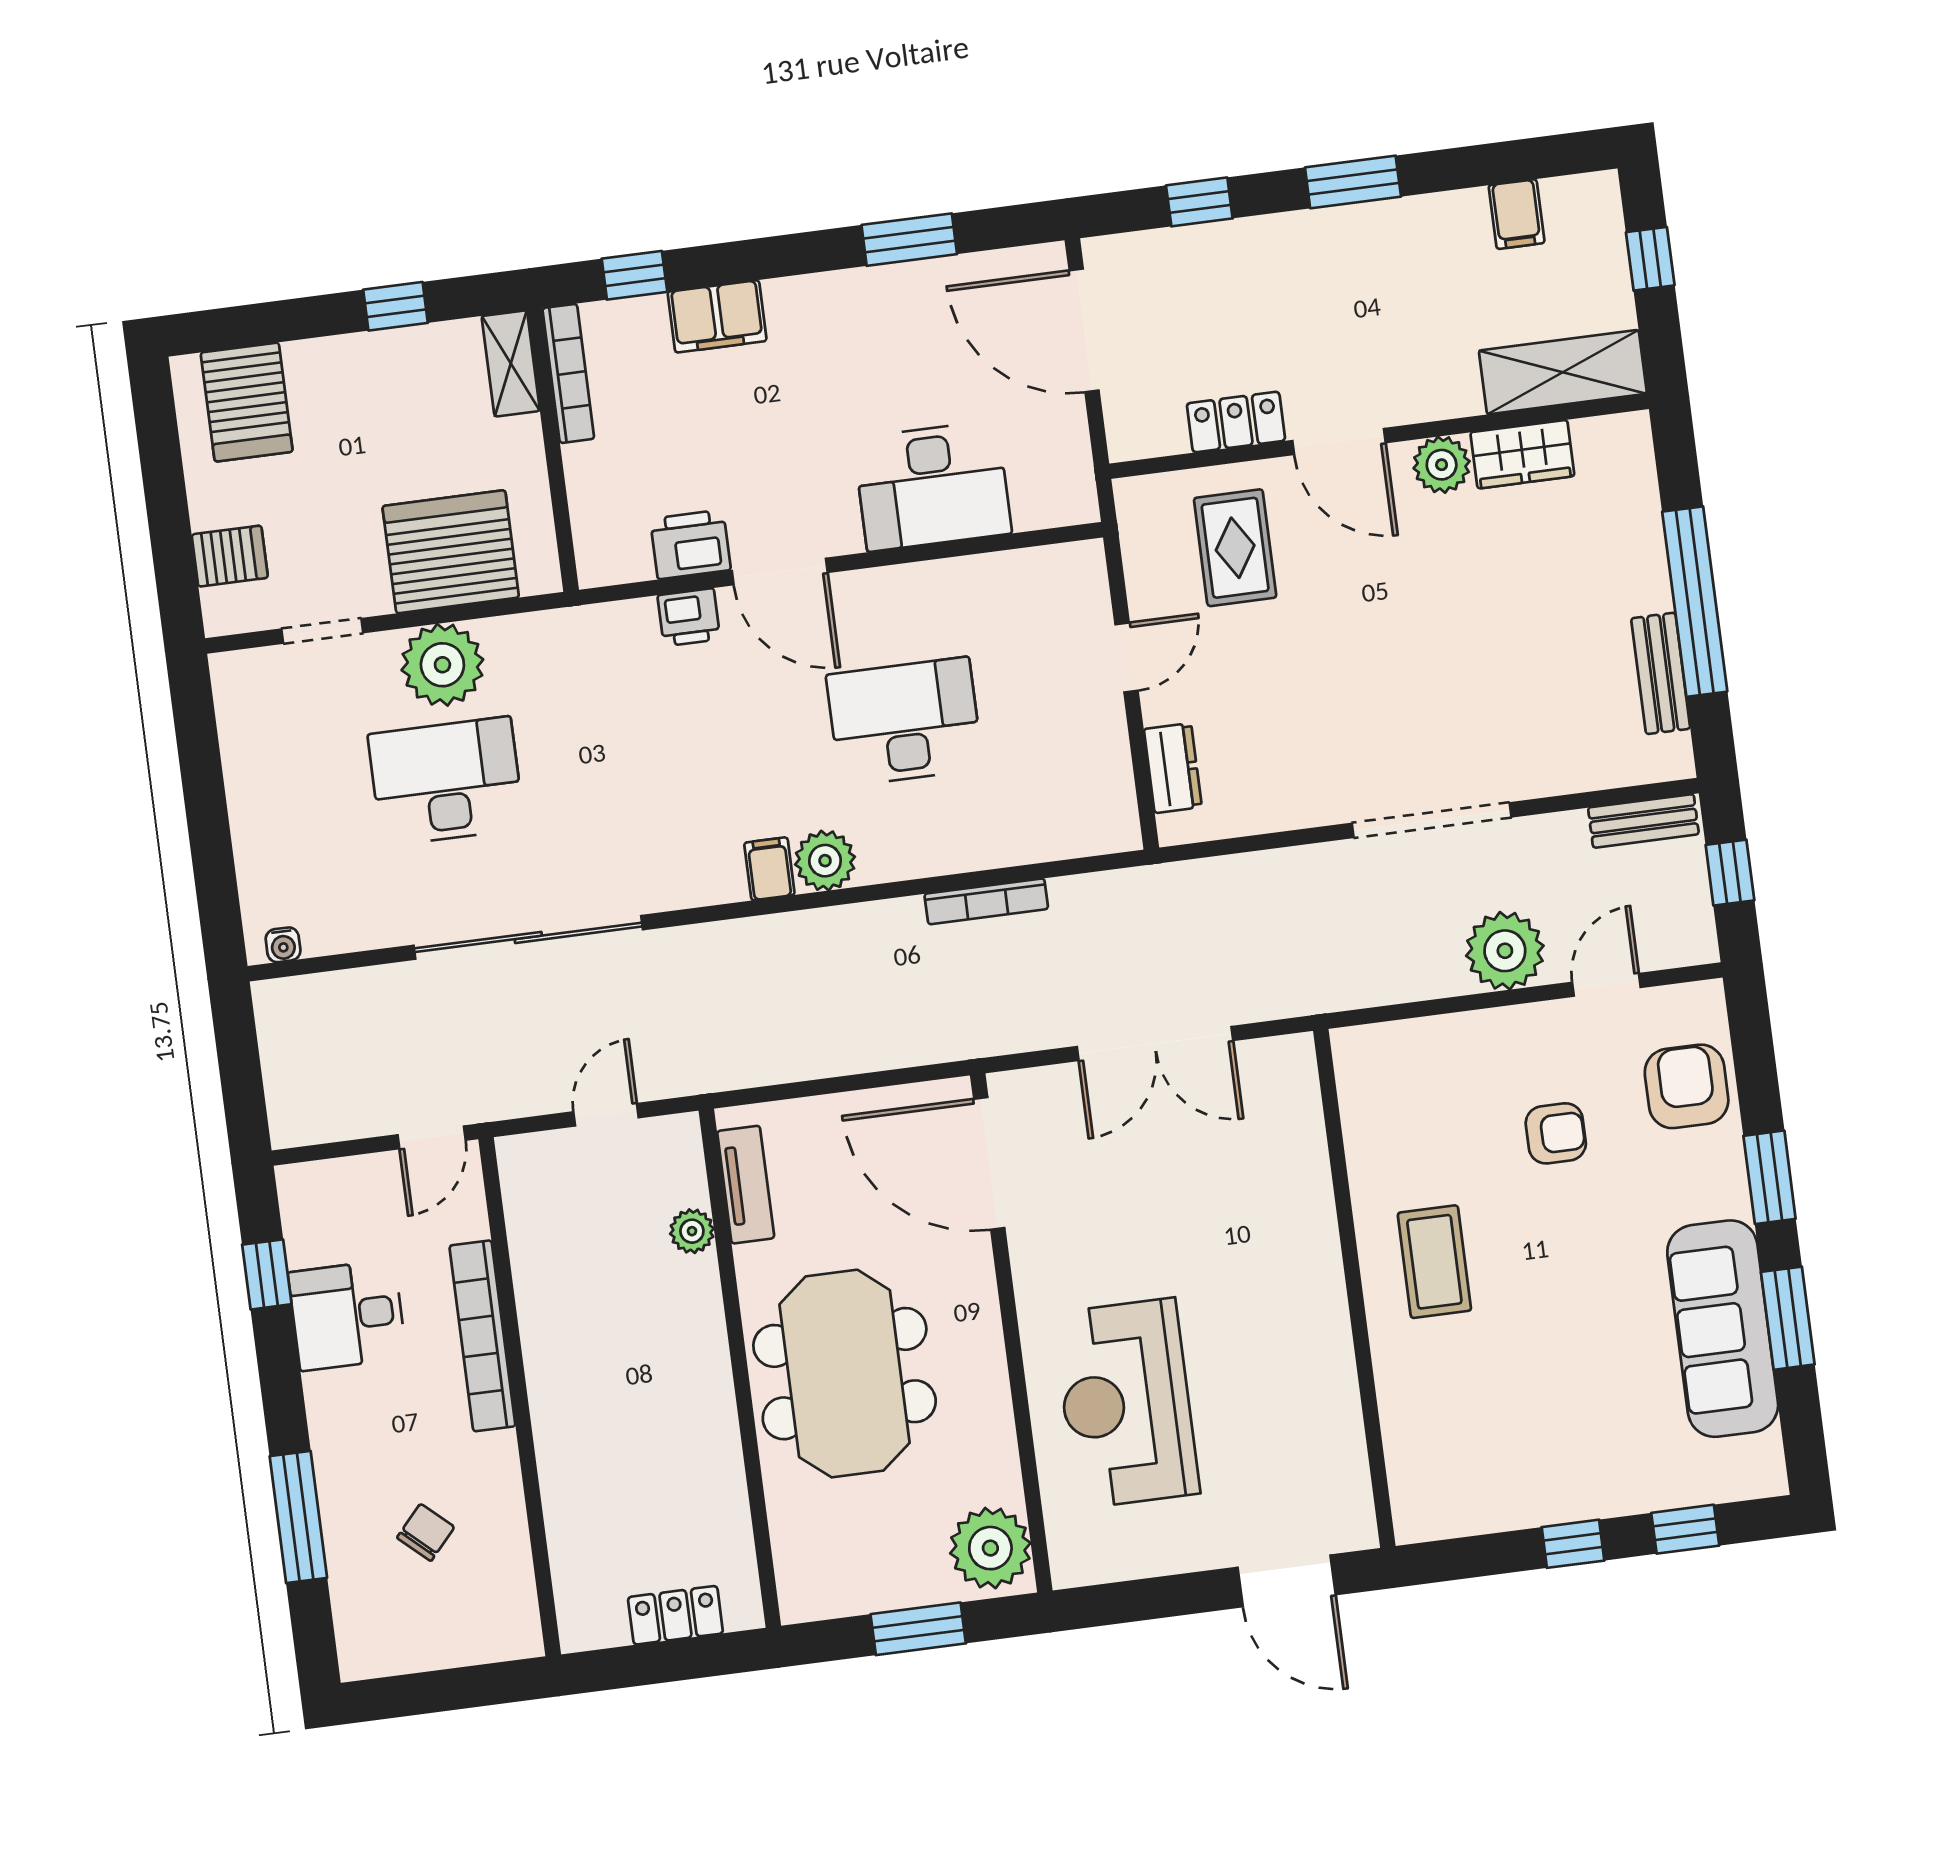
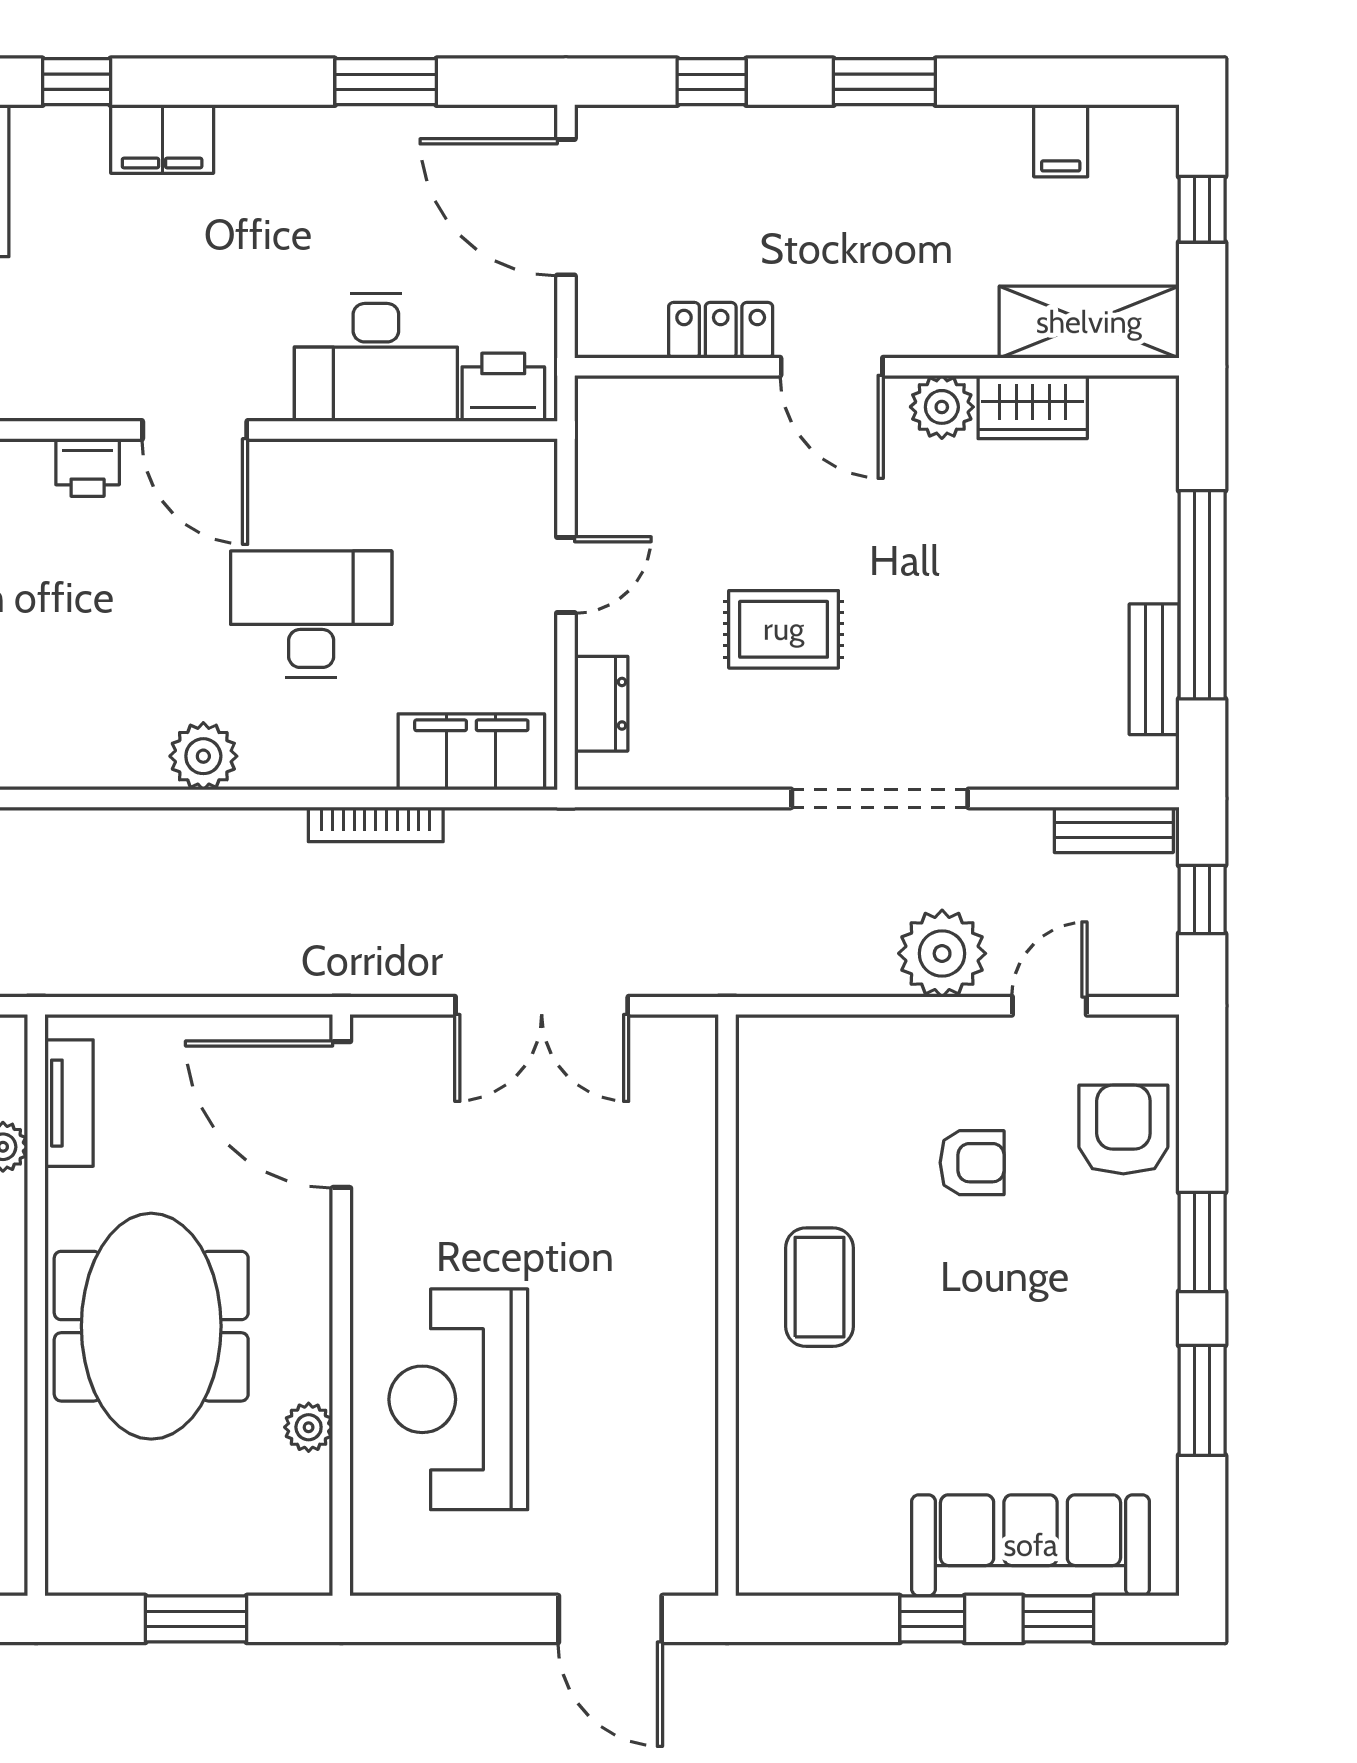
printer: (690, 544) -> (503, 387), moved
rug: (1235, 548) -> (784, 629), moved, turned 90
filing cabinet: (769, 869) -> (471, 752), moved, width x3.00, depth x1.17
sofa: (1723, 1329) -> (1031, 1545), moved, turned 90
plant: (990, 1548) -> (309, 1427), moved, width x0.53, depth x0.53

